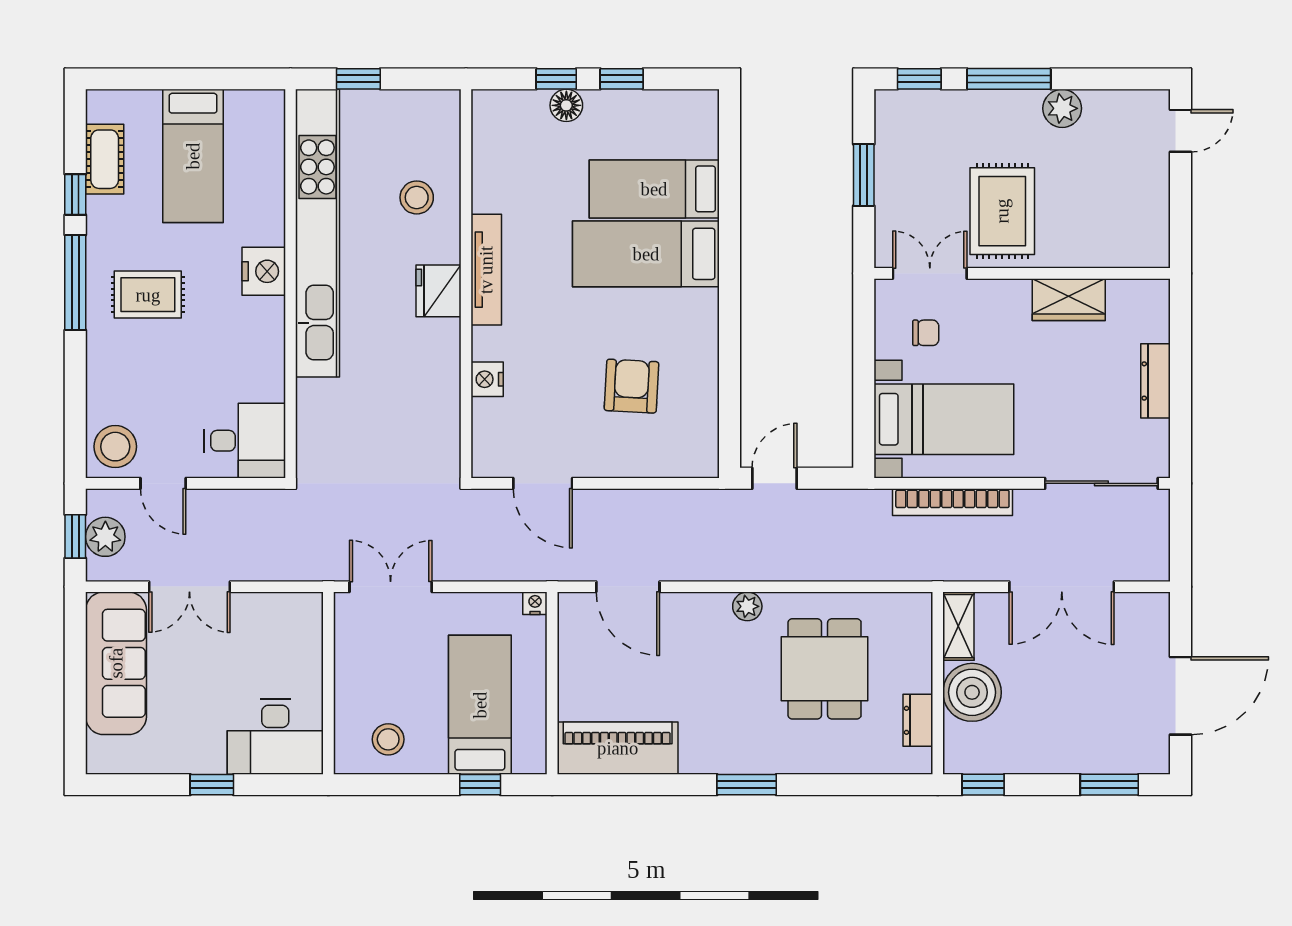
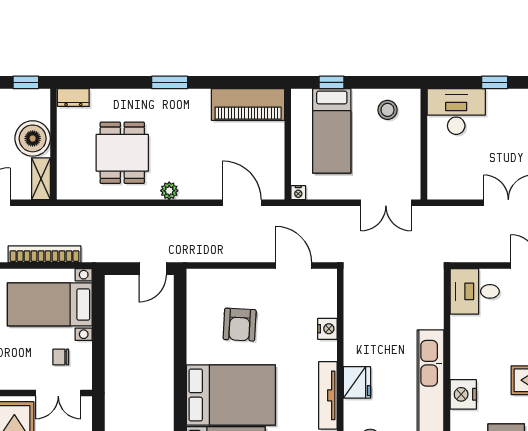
bed: (646, 254) -> (231, 395), width x1.50
dresser: (918, 720) -> (73, 98), moved, turned 90

